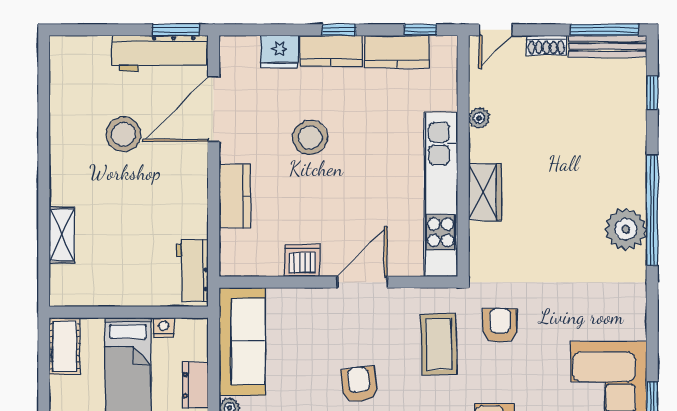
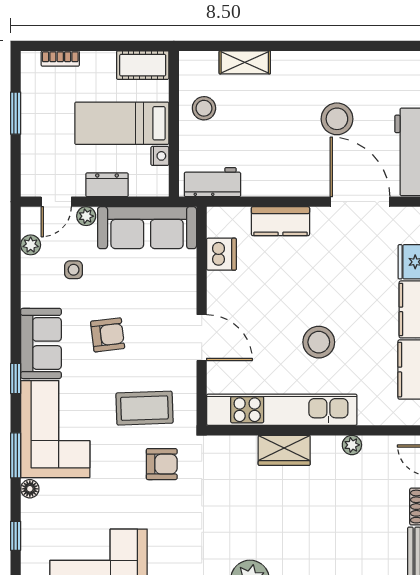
stool: (310, 137) -> (319, 342), moved
dishwasher: (302, 260) -> (221, 254), moved
stool: (112, 279) -> (204, 108), added

